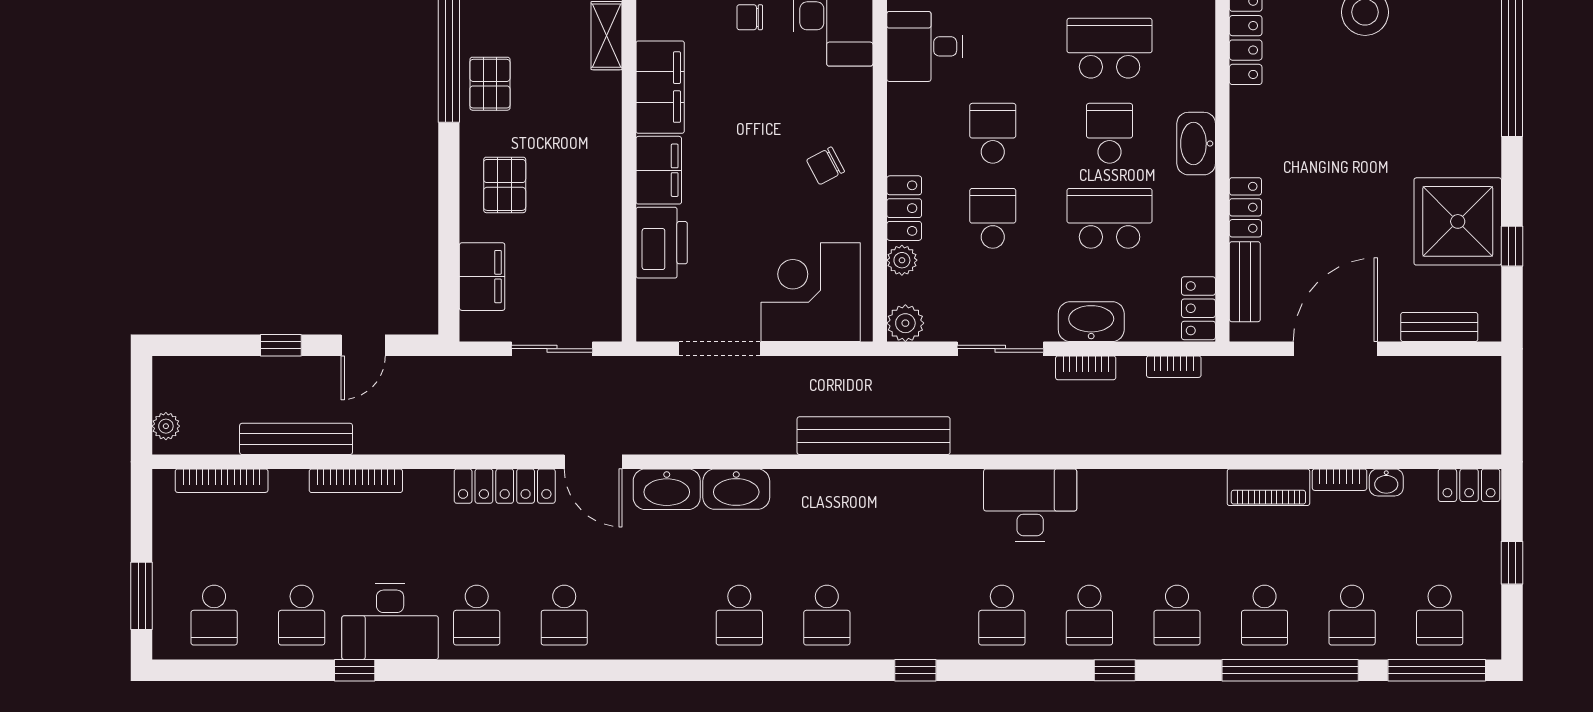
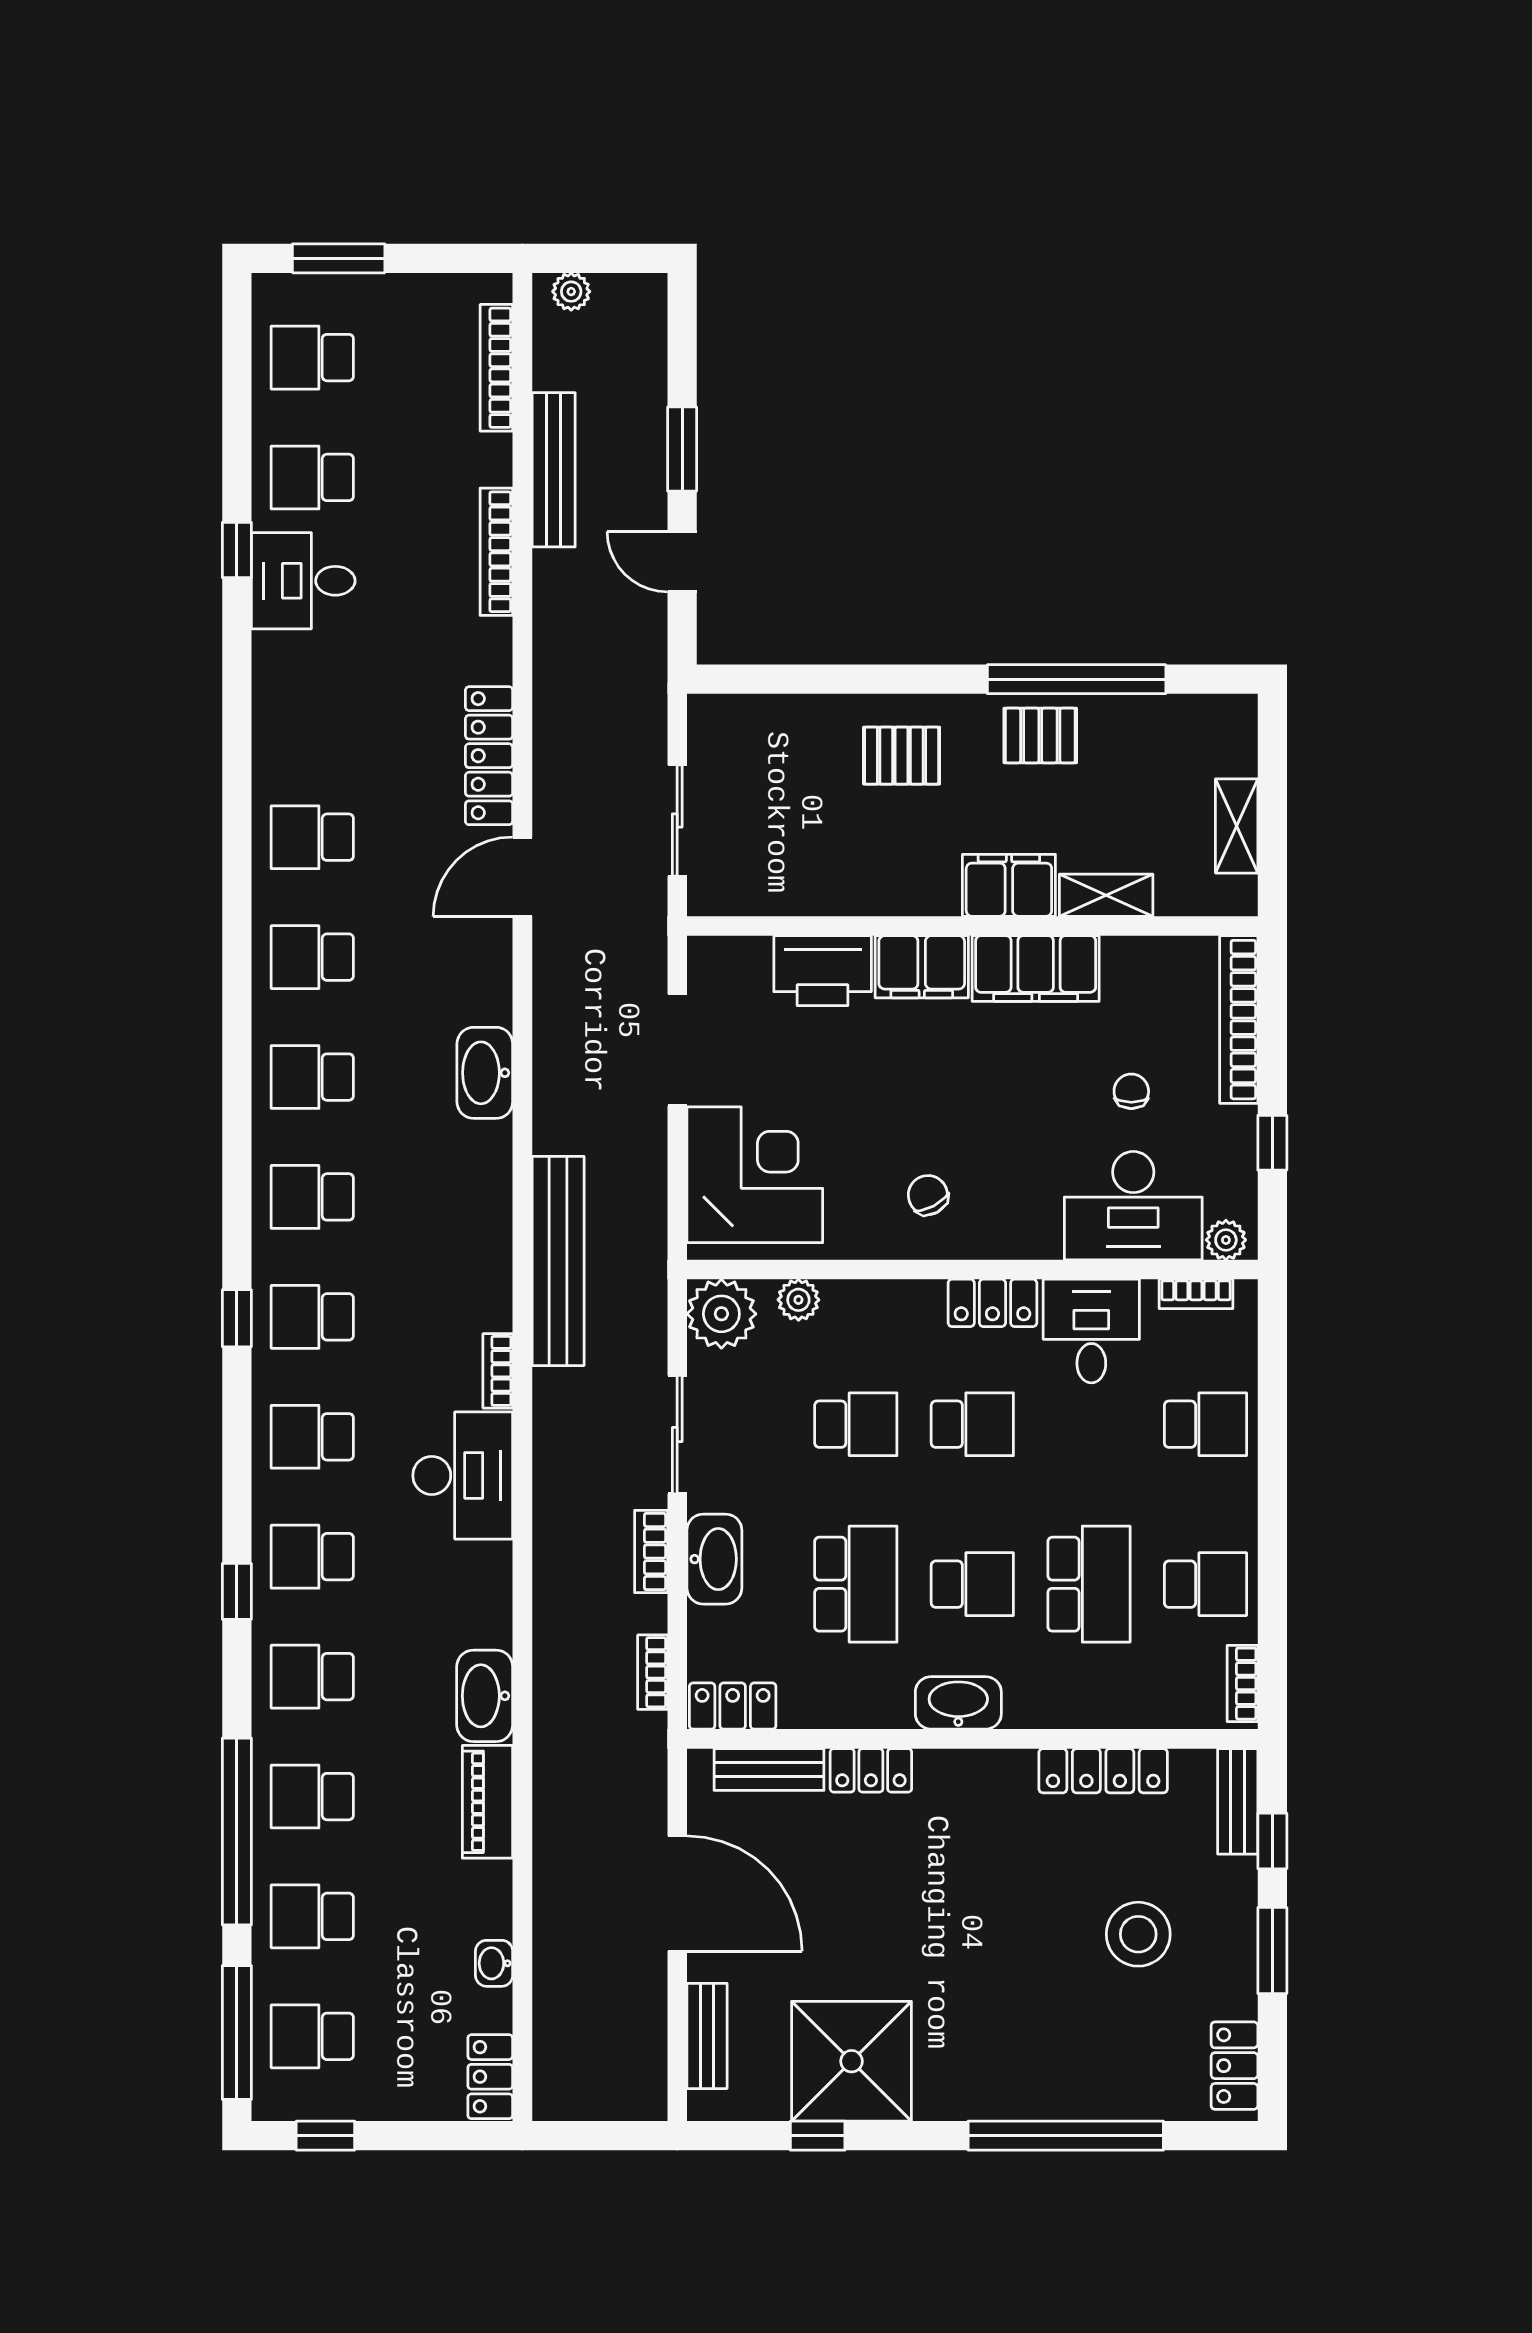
locker: (904, 208) -> (992, 1303), moved
filing cabinet: (482, 277) -> (1009, 885), moved, turned 180
plant: (905, 323) -> (721, 1314), width x1.36, depth x1.36
window: (281, 345) -> (682, 449), width x1.50
bookcase: (1340, 480) -> (498, 1371), moved
washbasin: (667, 489) -> (485, 1696), moved
window: (1512, 563) -> (325, 2136), moved
school desk: (477, 615) -> (312, 957), moved
school desk: (914, 615) -> (312, 1317), added
desk: (390, 622) -> (303, 581), width x0.73

